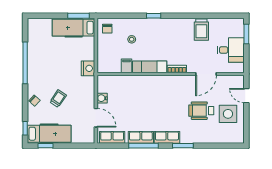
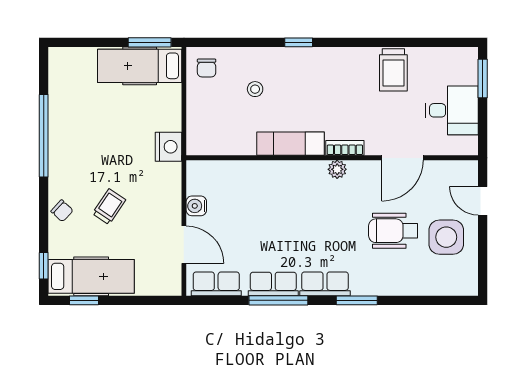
filing cabinet: (127, 66) -> (245, 142), removed
plant: (173, 80) -> (337, 169), added

